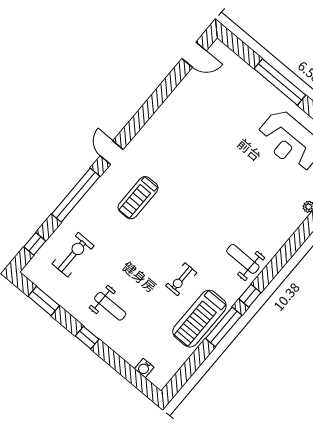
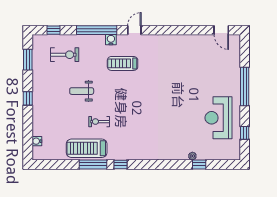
water cooler: (100, 188) -> (111, 40), added
weight bench: (243, 259) -> (137, 145), removed
weight bench: (110, 306) -> (82, 91), moved, turned 90

